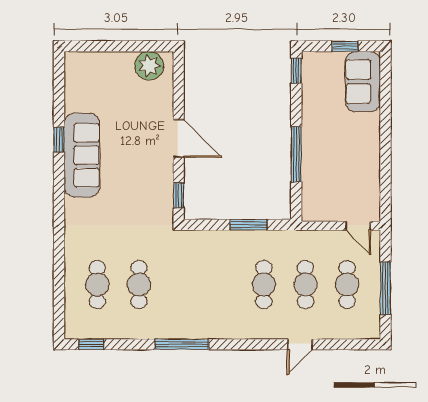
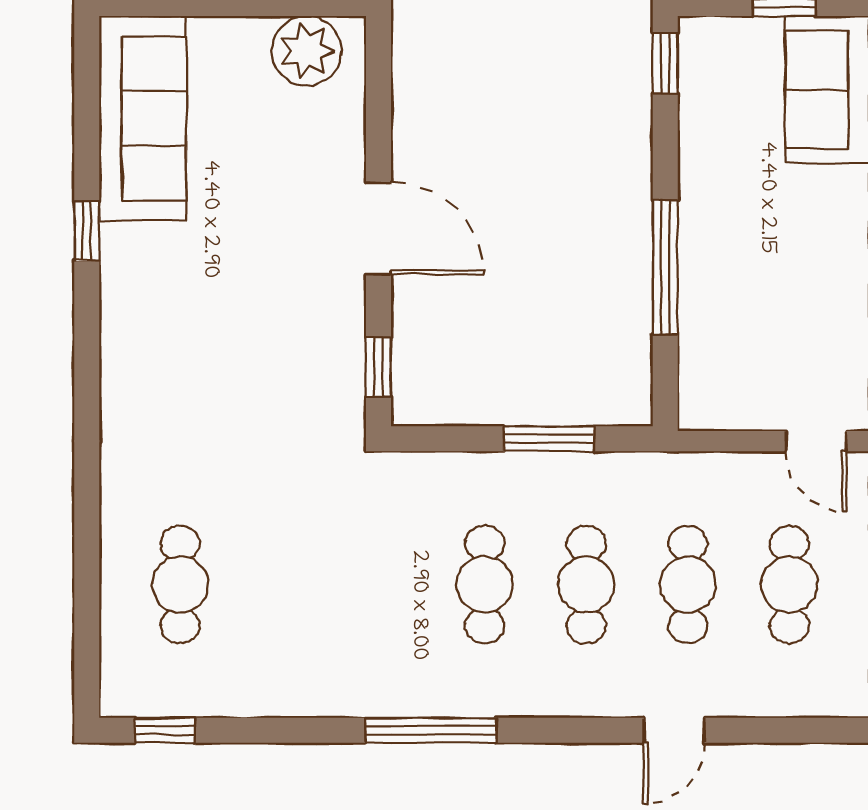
sofa: (82, 155) -> (143, 118), moved
cafe table: (139, 285) -> (485, 584), moved
window: (182, 344) -> (431, 730), moved

